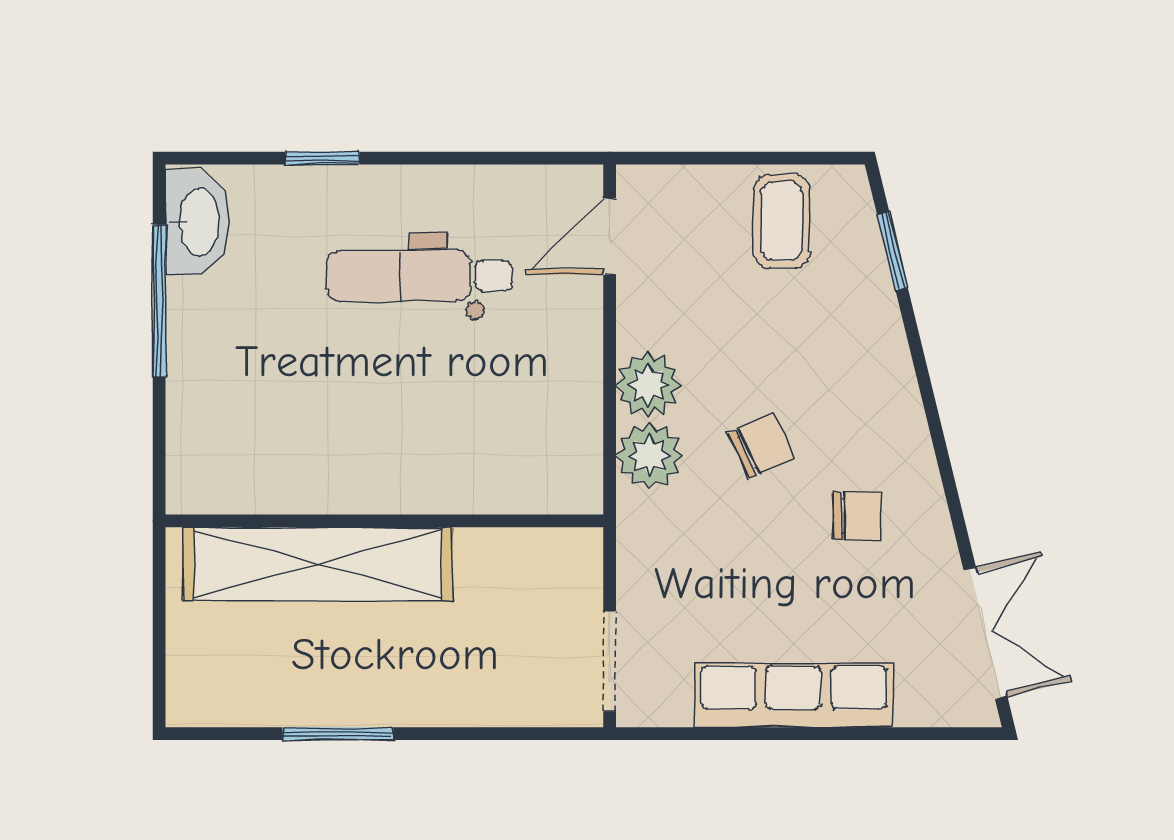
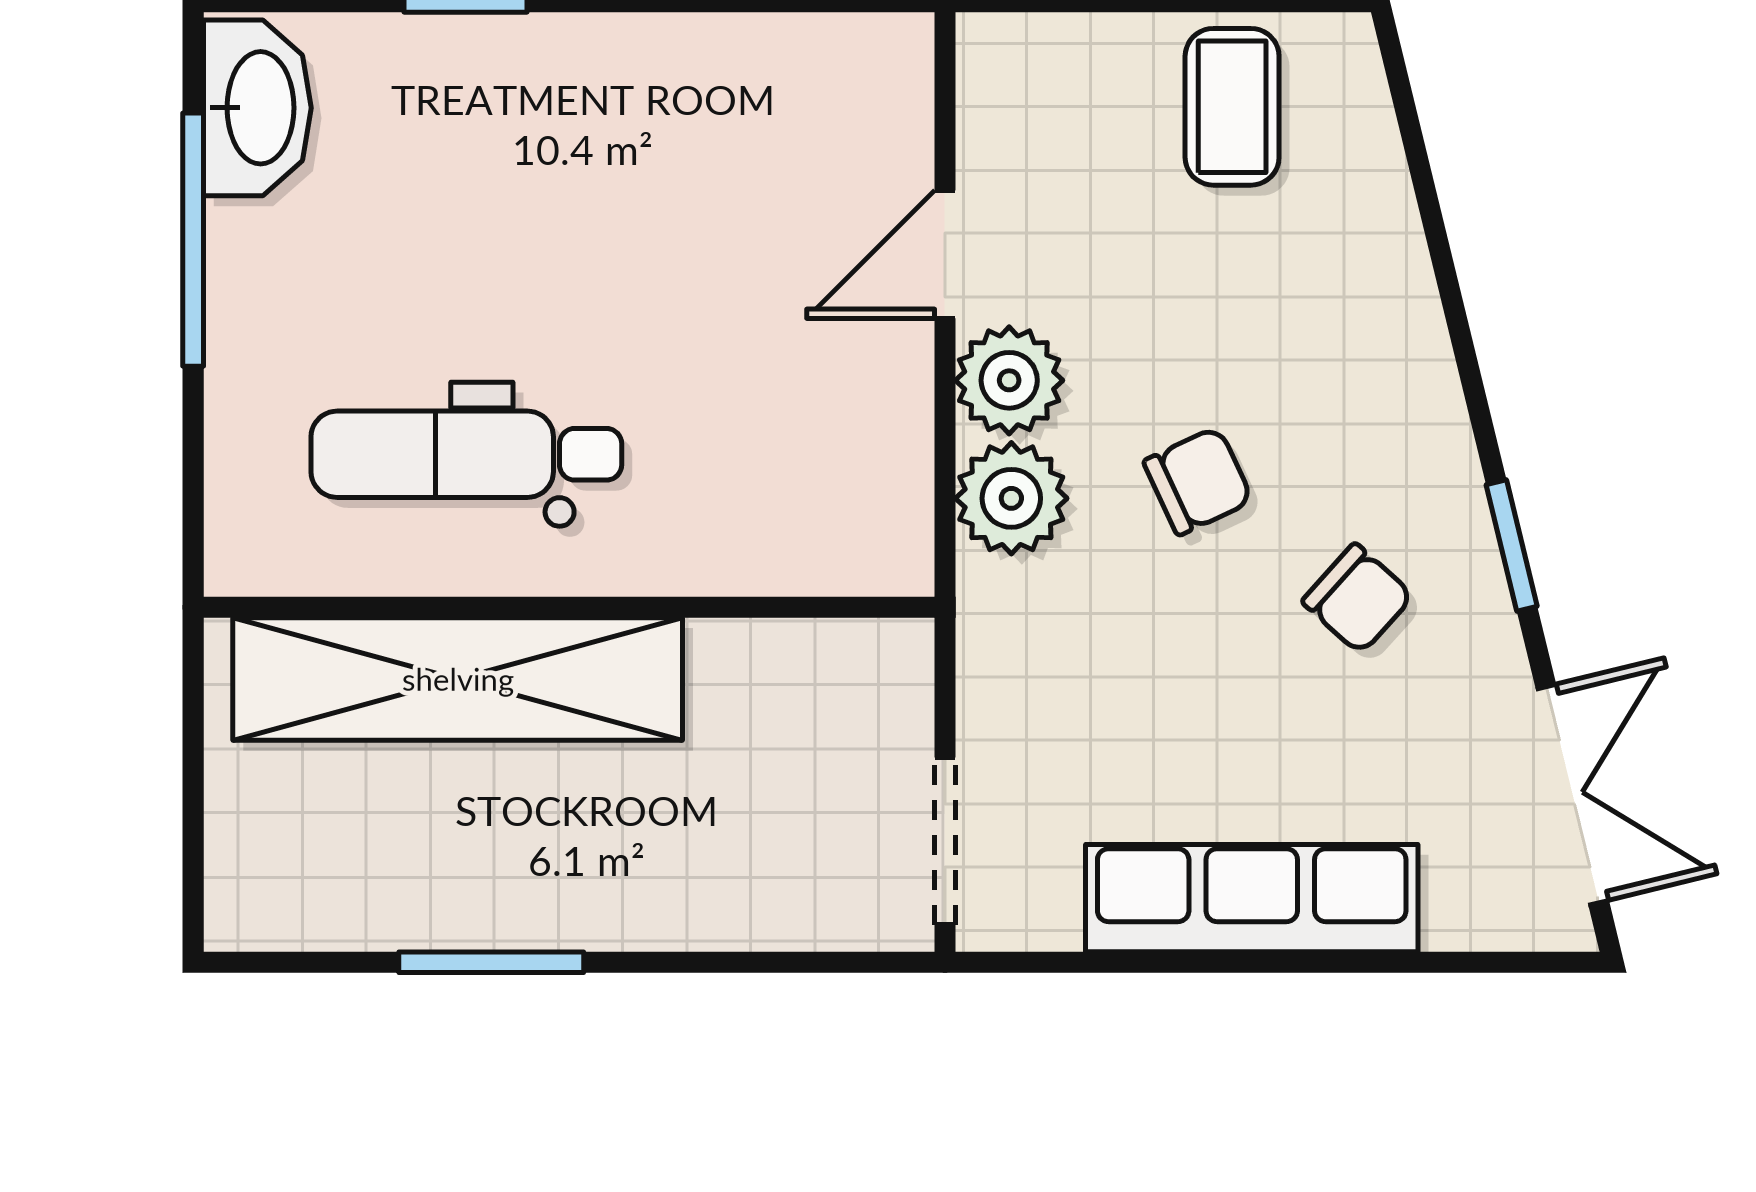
door: (610, 236) -> (945, 254), moved
window: (892, 251) -> (1512, 545), moved
dental chair: (419, 276) -> (466, 454), moved
chair: (857, 516) -> (1358, 599), turned 42

